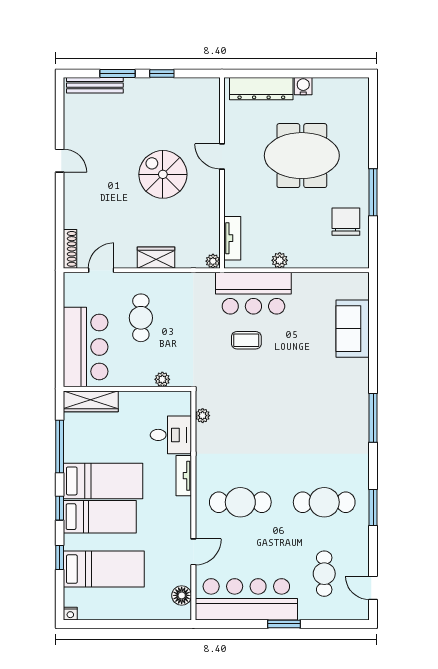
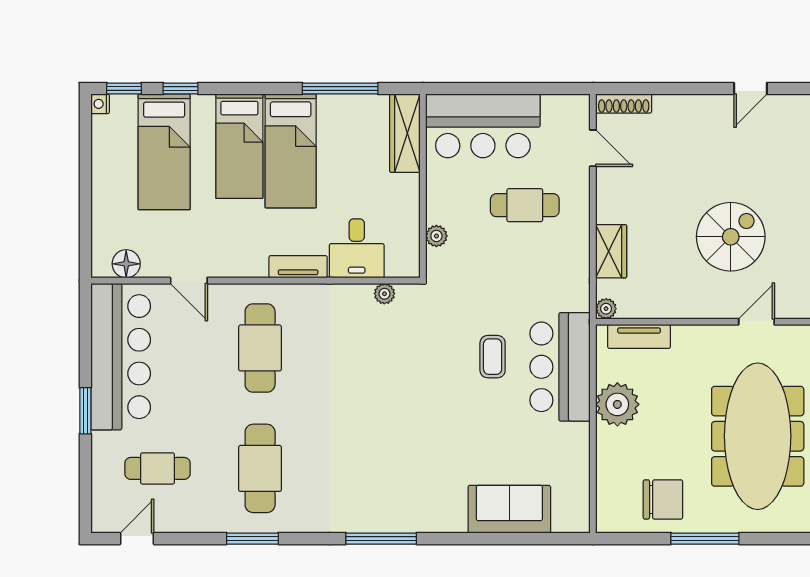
meeting table: (302, 156) -> (758, 436), width x1.36
wardrobe: (156, 258) -> (611, 251), moved
plant: (280, 260) -> (617, 404), width x1.87, depth x1.87
window: (60, 508) -> (124, 88), moved

